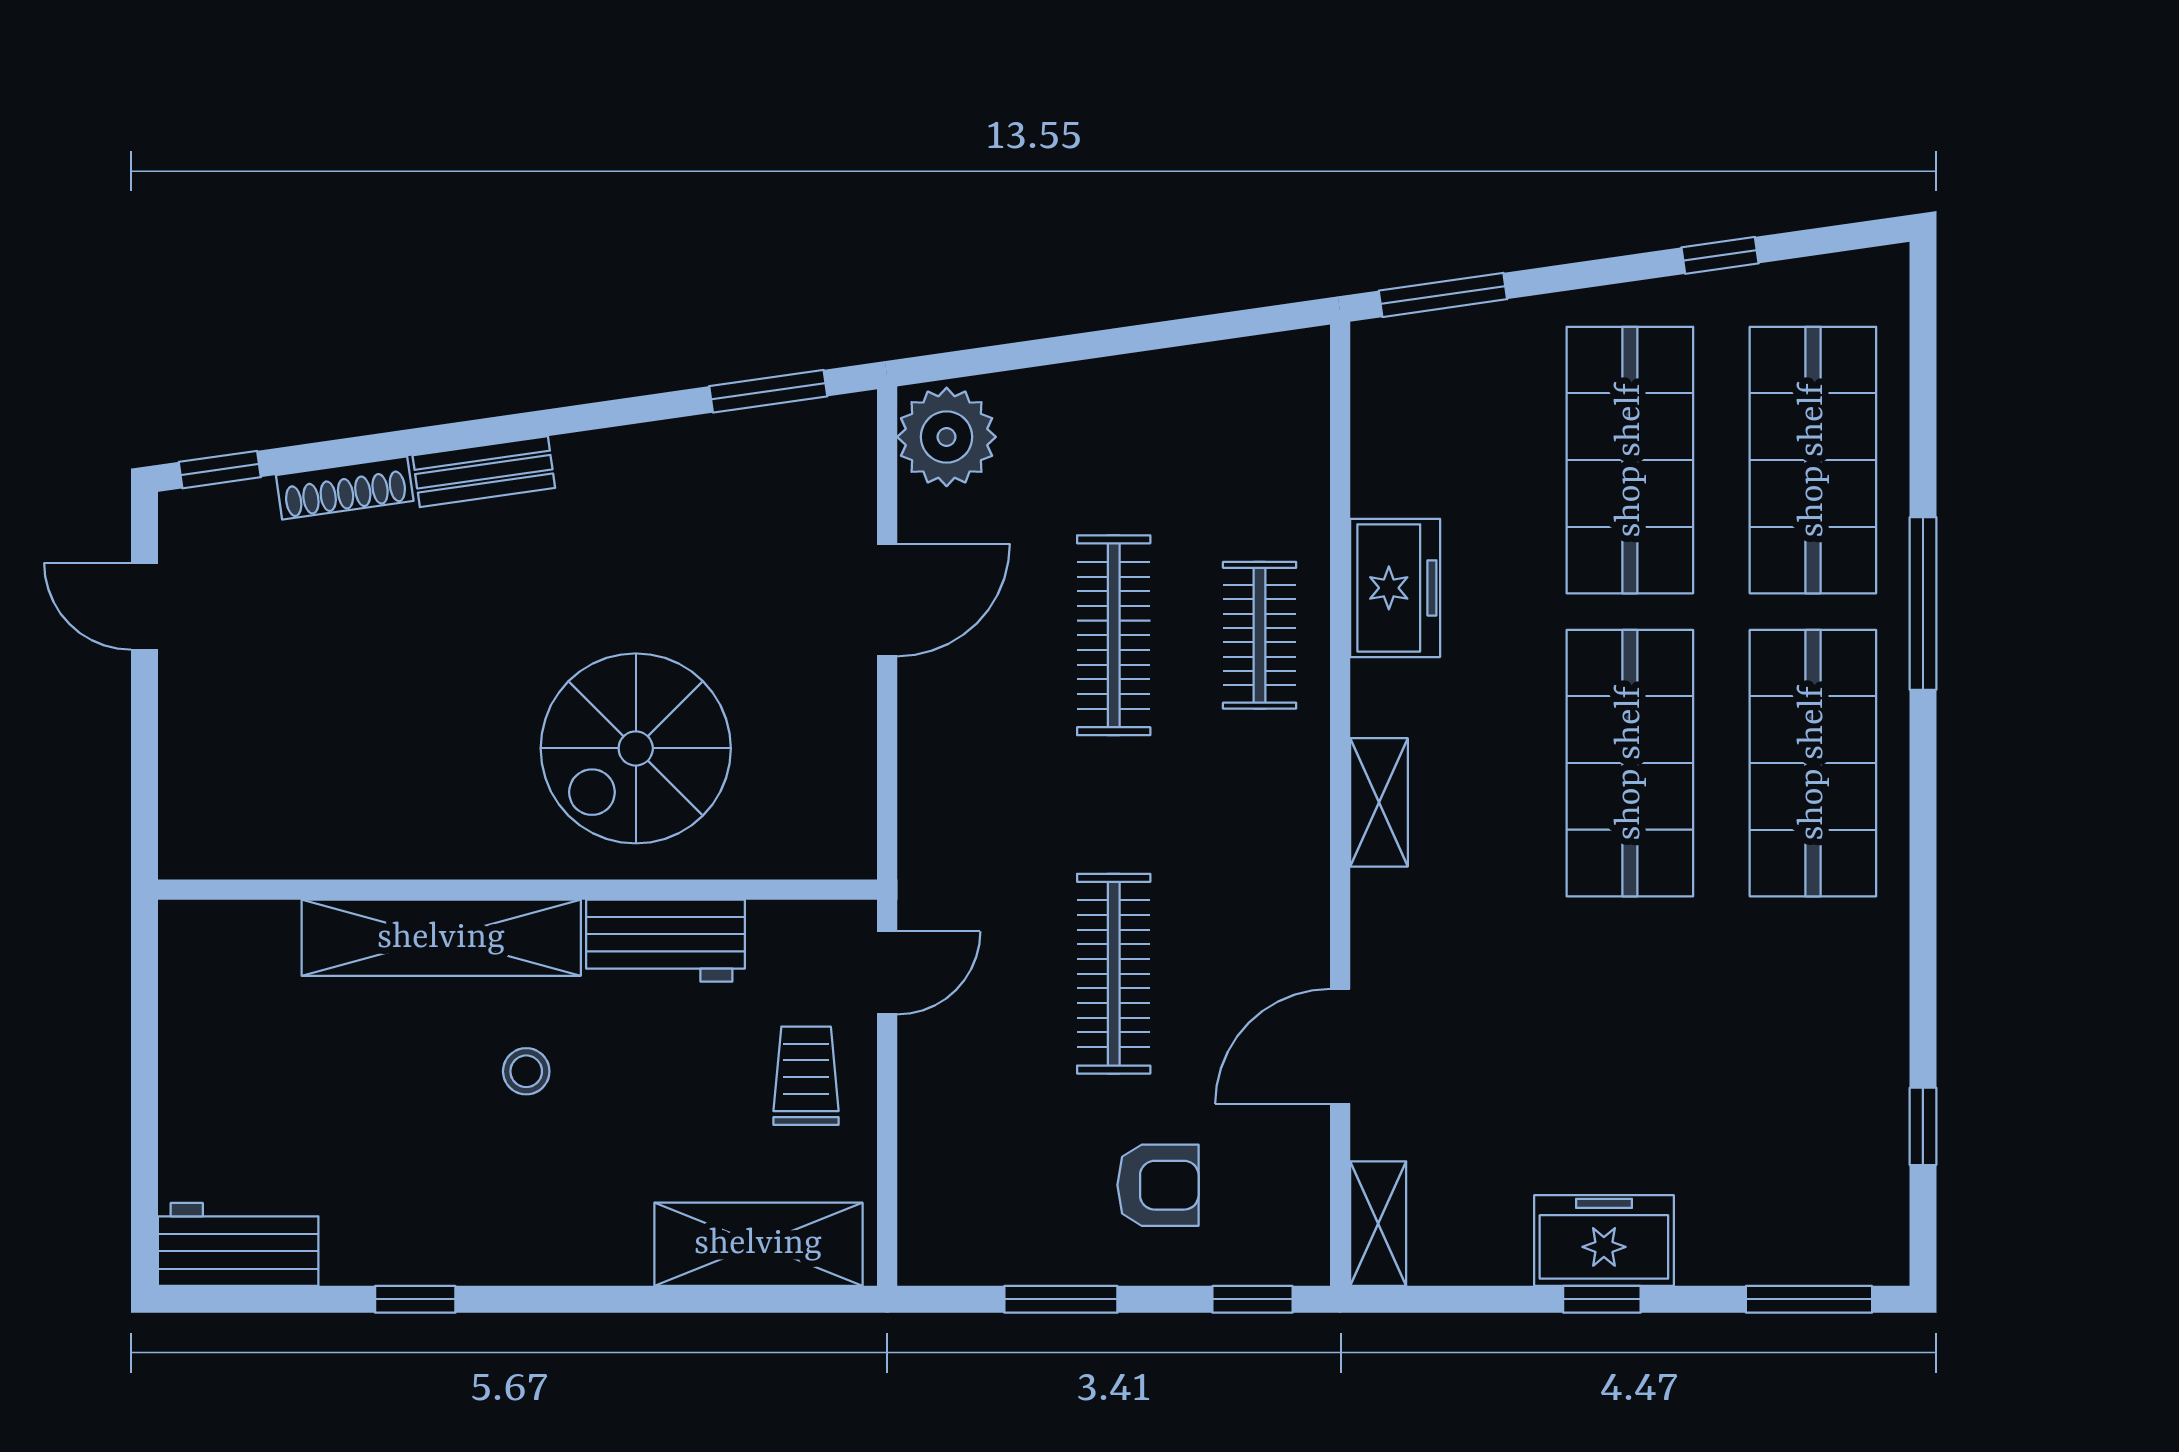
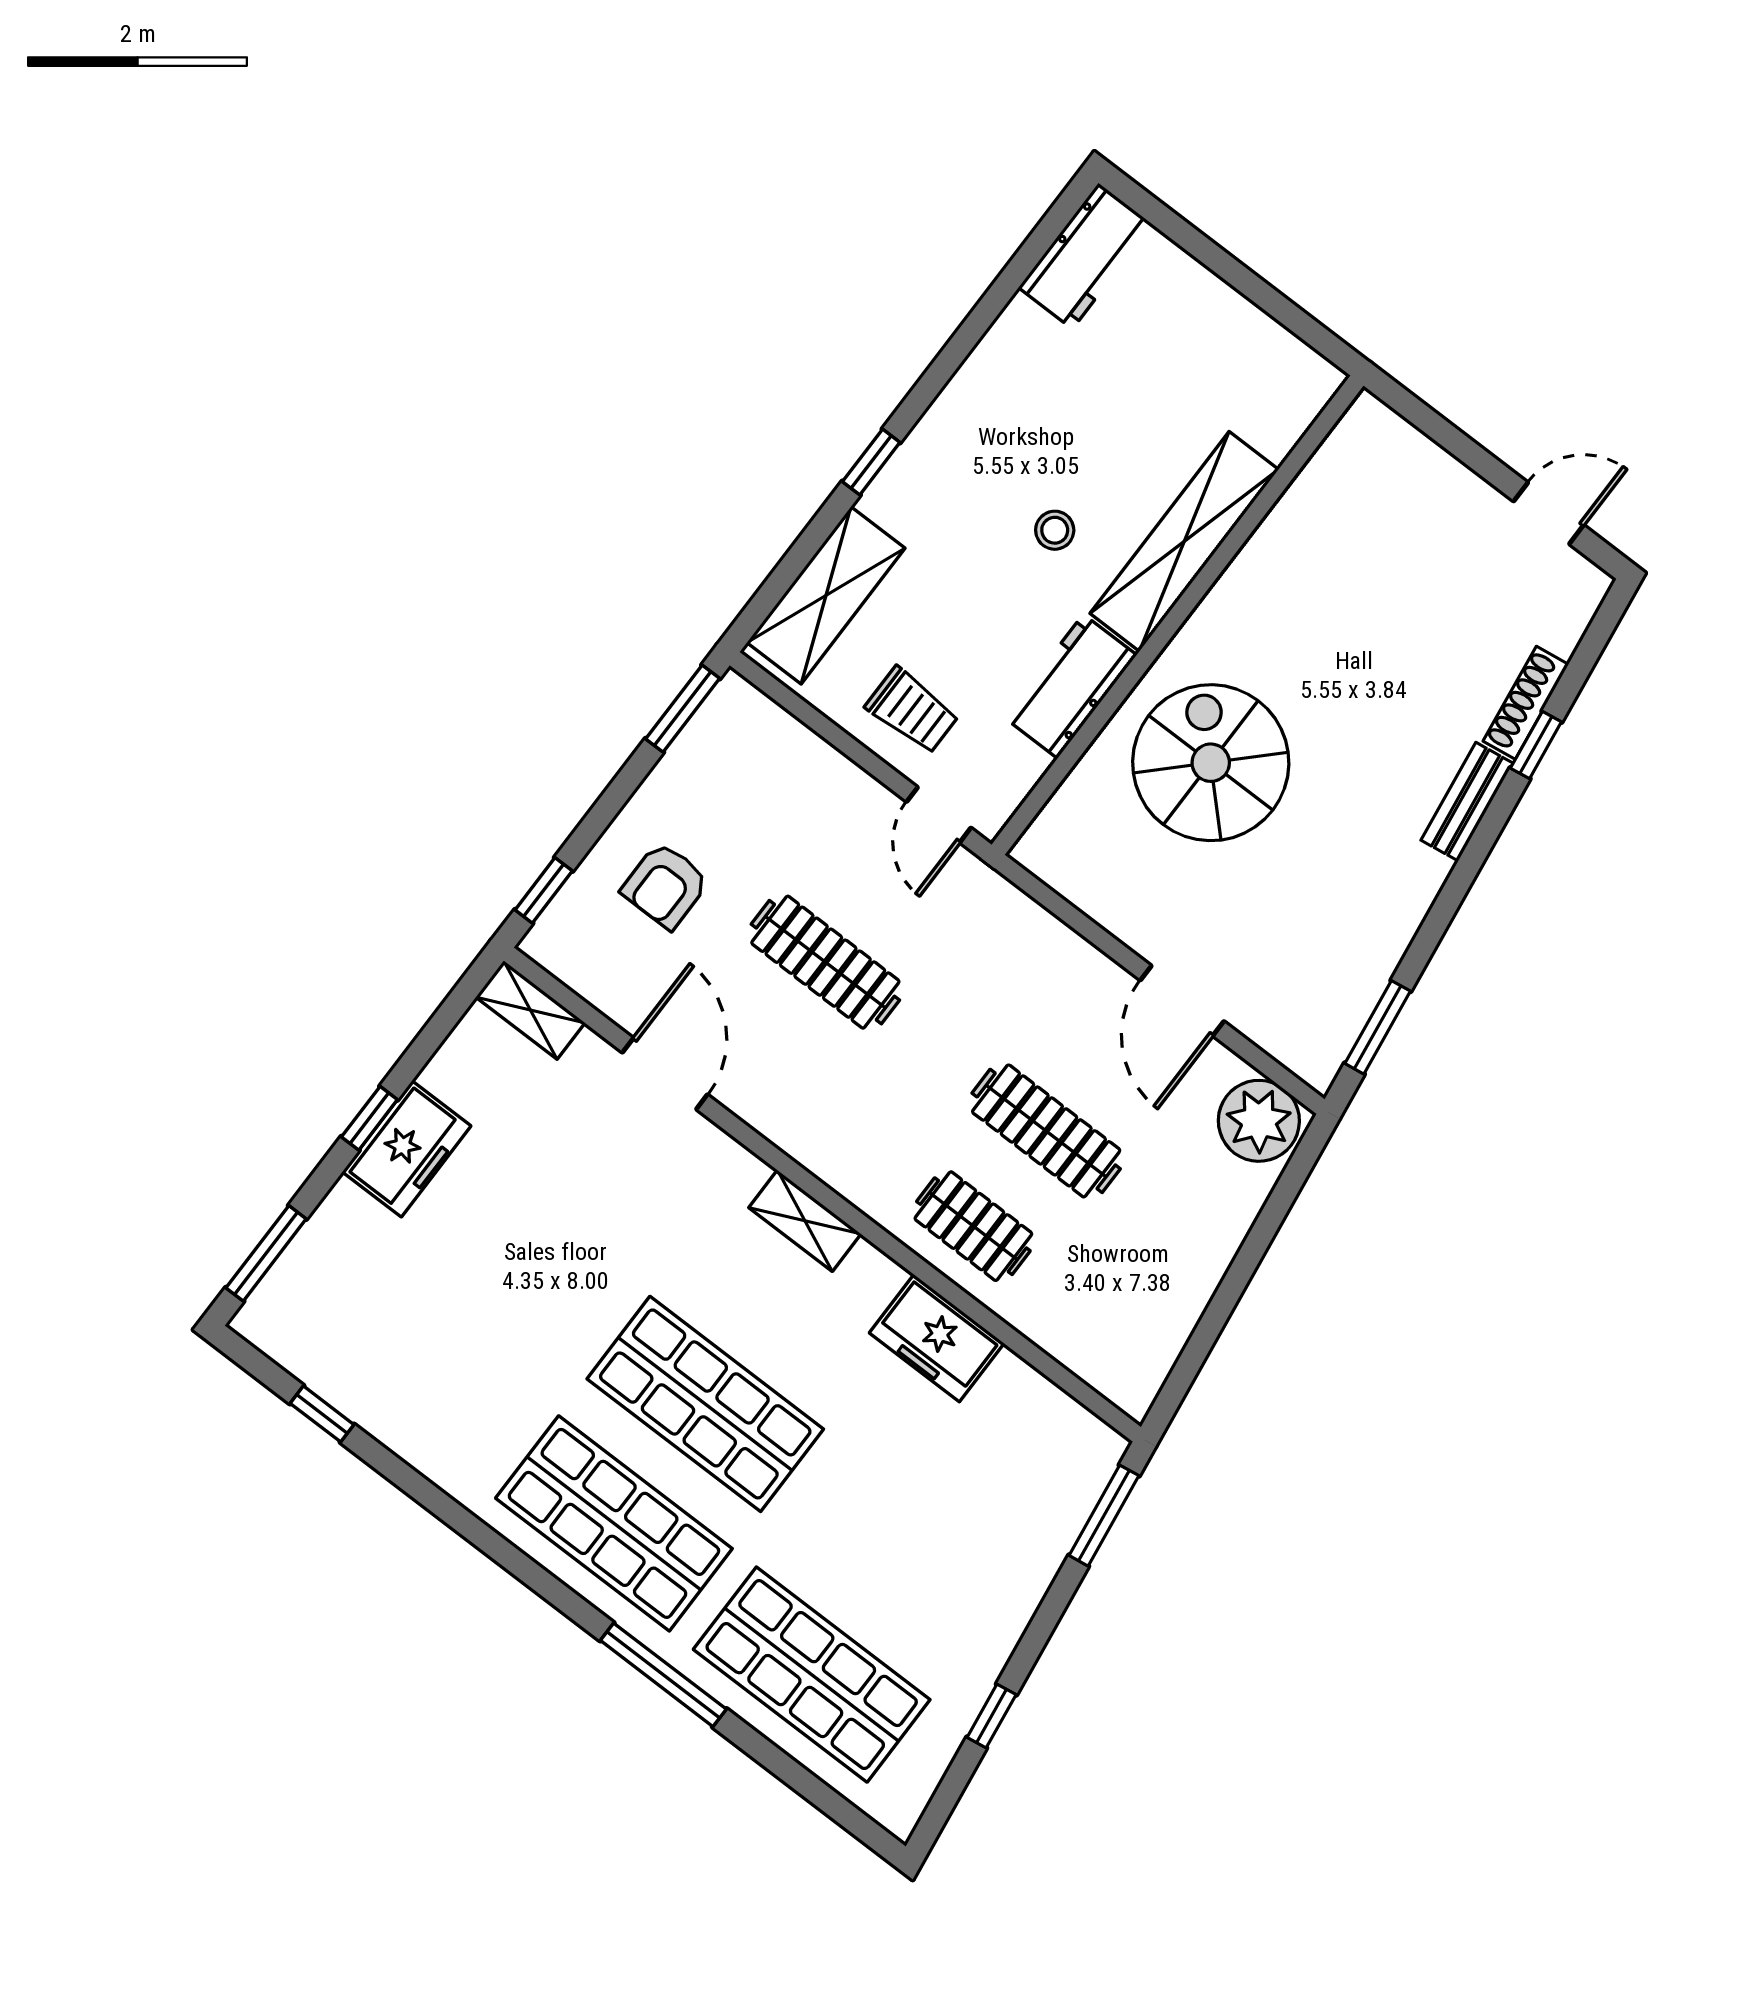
shop shelf: (1630, 460) -> (903, 1555), removed
window: (220, 470) -> (1536, 745), moved
window: (415, 1299) -> (871, 462), moved
window: (1061, 1299) -> (683, 709), moved

